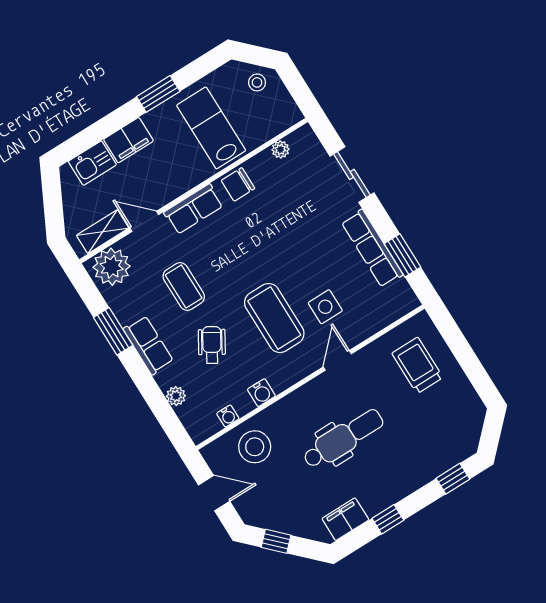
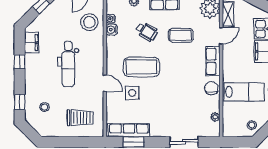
row of seats: (372, 248) -> (129, 130), moved
water cooler: (261, 393) -> (112, 30), moved
stool: (436, 434) -> (44, 107), added

